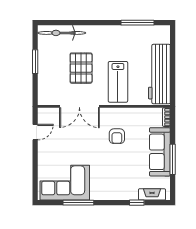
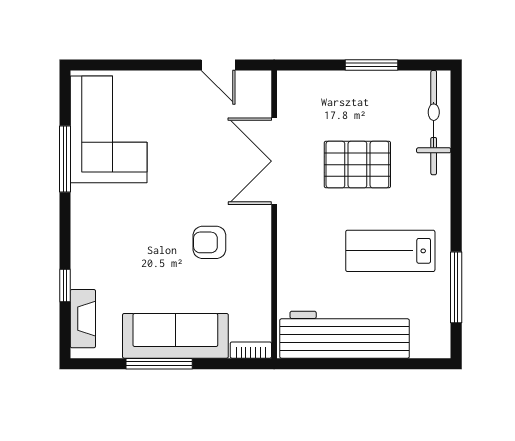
lab bench: (118, 82) -> (390, 251), moved

